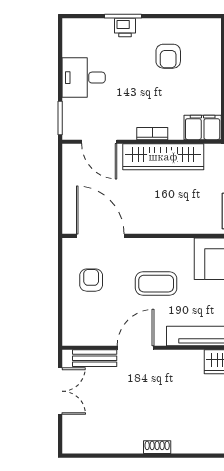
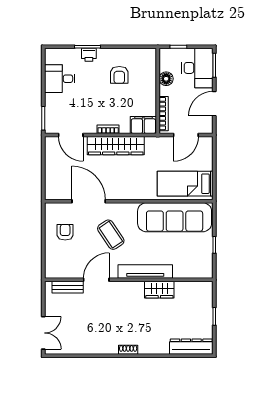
desk: (84, 78) -> (60, 79), moved
door: (100, 236) -> (89, 201), moved
coffee table: (156, 284) -> (111, 235), turned 56
double door: (60, 391) -> (43, 333), moved
shoe rack: (157, 447) -> (128, 350), moved

